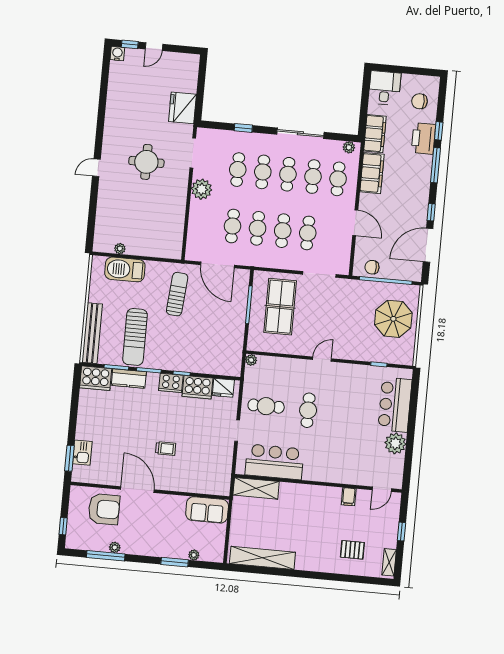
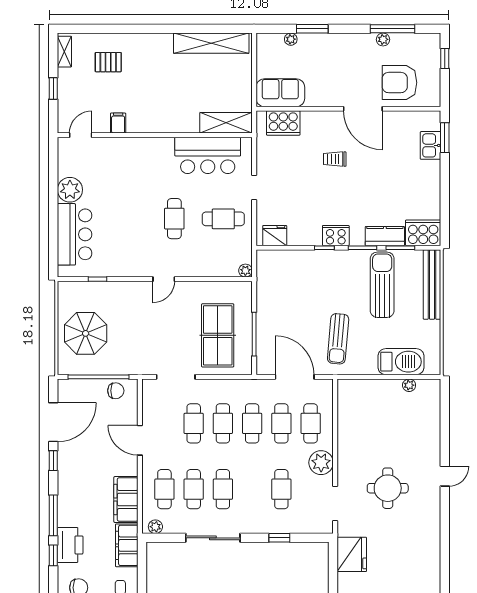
cafe table: (263, 172) -> (311, 423), moved
cooker: (197, 387) -> (283, 123), moved, turned 180

